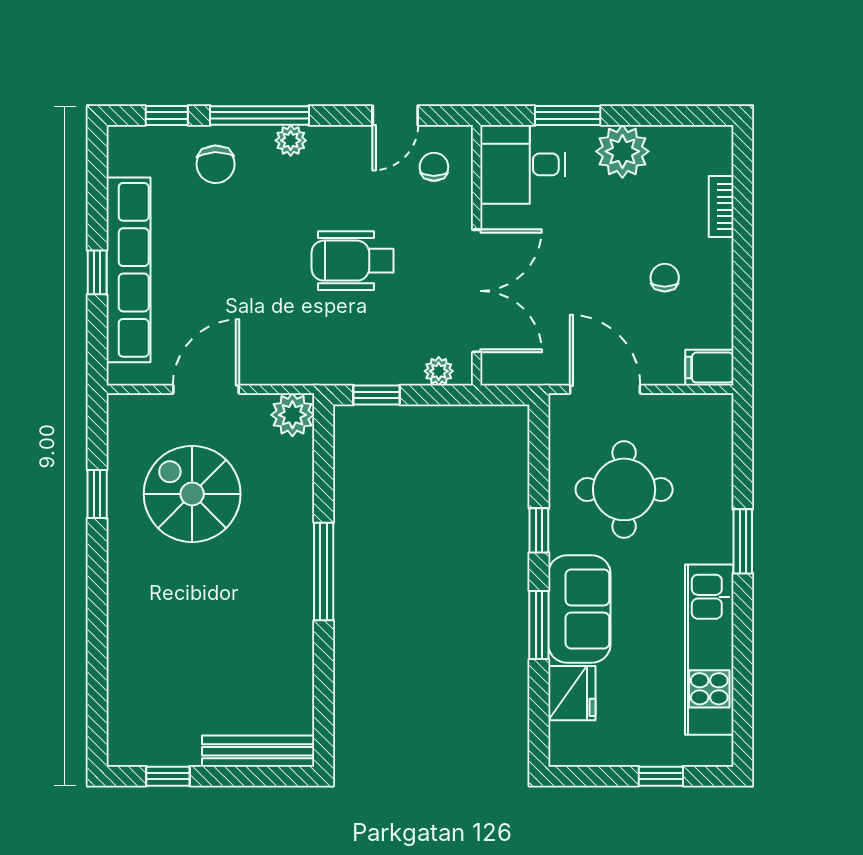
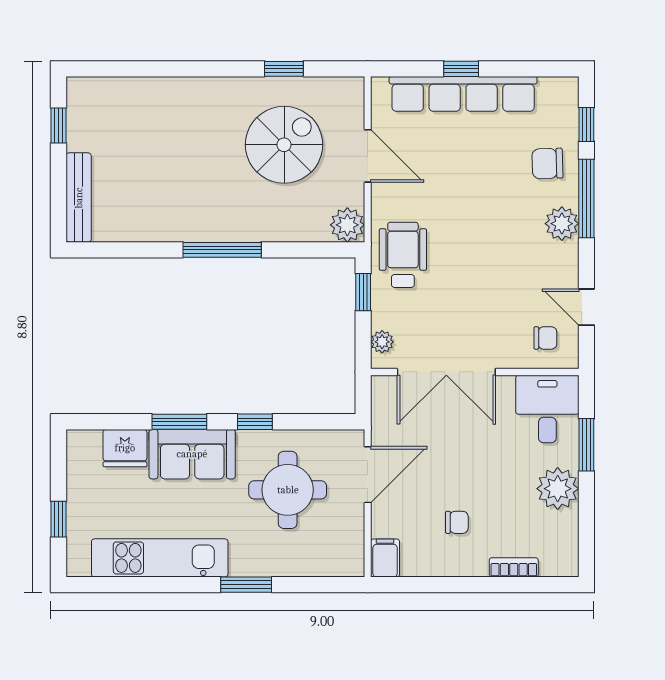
plant: (291, 140) -> (562, 224), width x1.38, depth x1.38
wheelchair: (353, 261) -> (403, 255), moved

